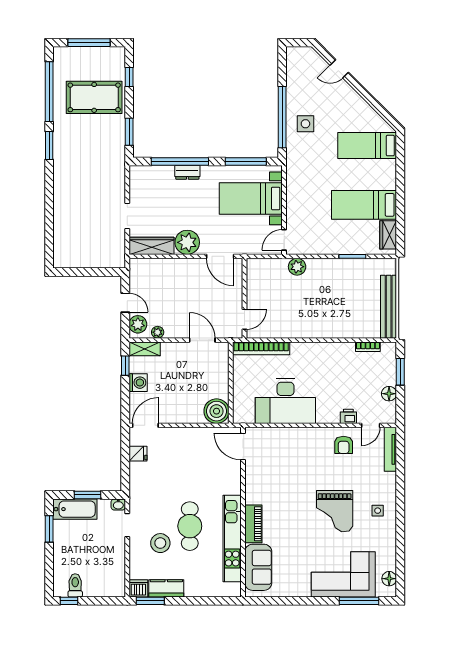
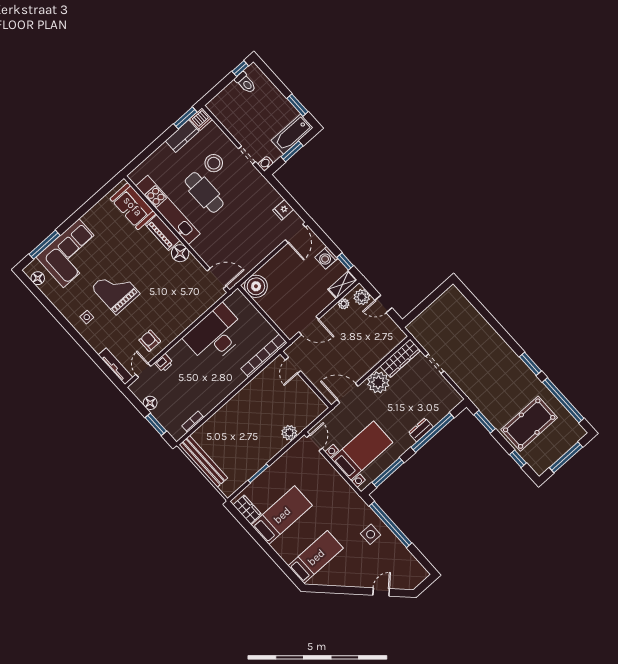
floor lamp: (254, 494) -> (180, 253), added

